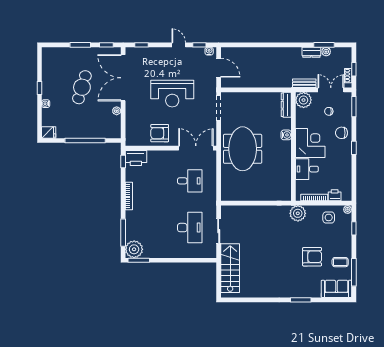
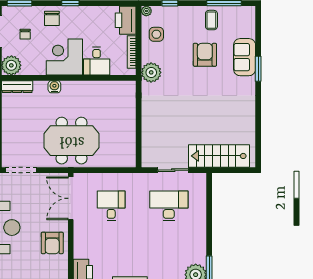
printer: (335, 195) -> (126, 20), width x1.87, depth x1.48
sofa: (337, 289) -> (245, 57), moved

